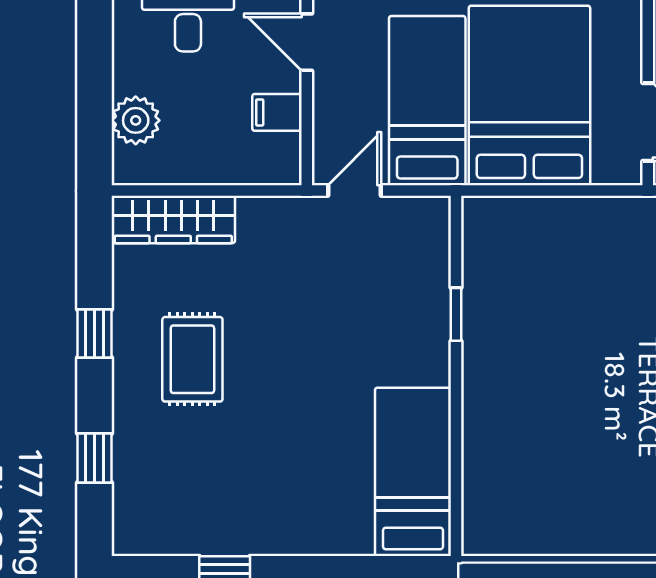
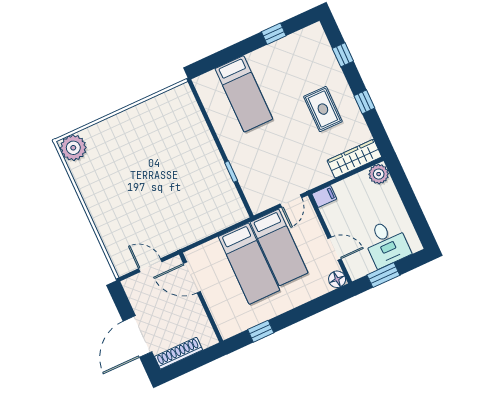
bed: (529, 95) -> (249, 264), width x0.67
filing cabinet: (277, 112) -> (324, 196), moved
plant: (136, 120) -> (379, 174), moved
bed: (413, 472) -> (244, 94), moved

